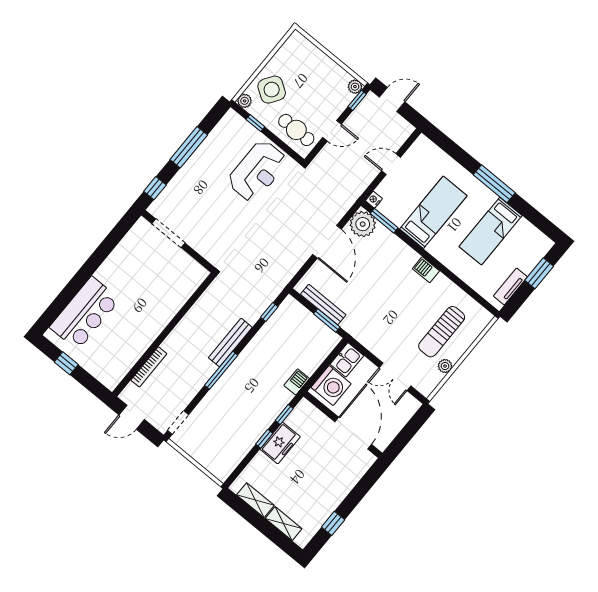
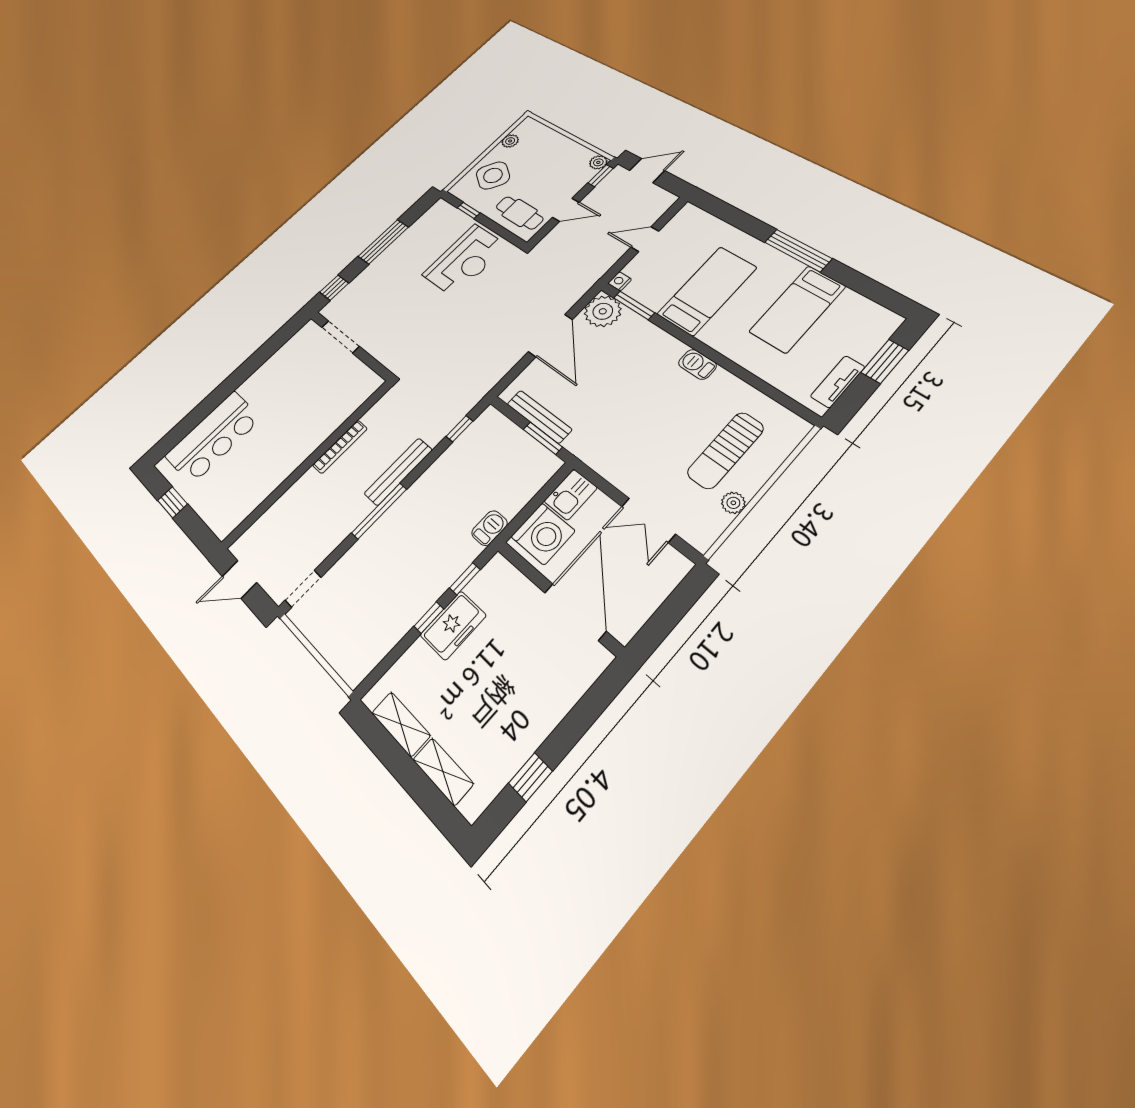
plant: (245, 101) -> (510, 141), moved
bookcase: (149, 367) -> (340, 447), moved

